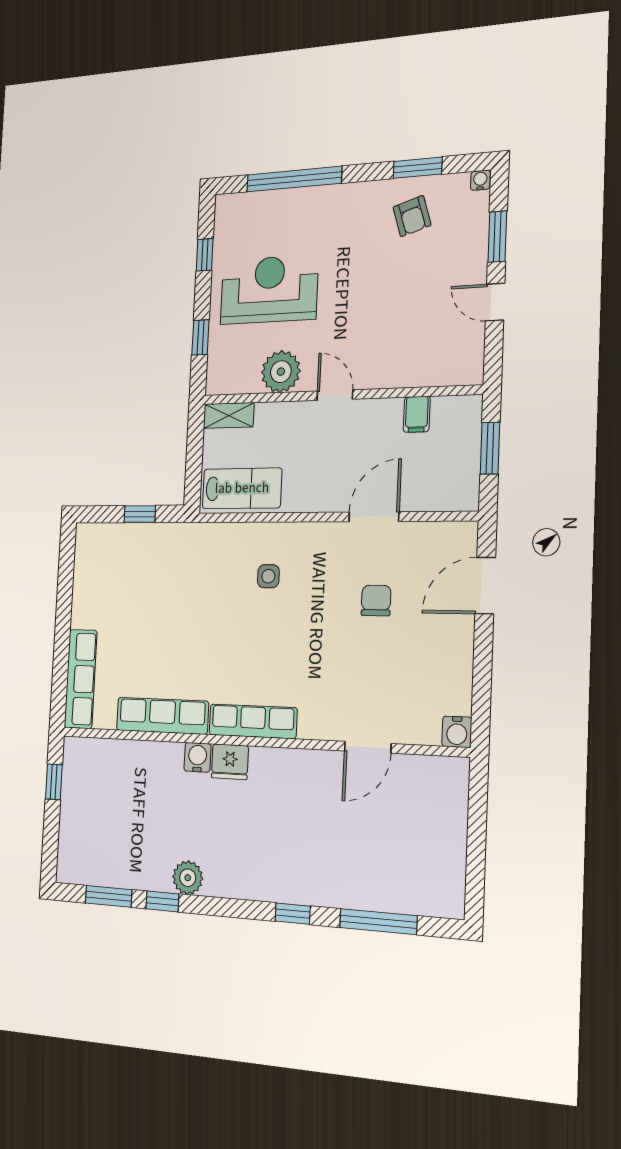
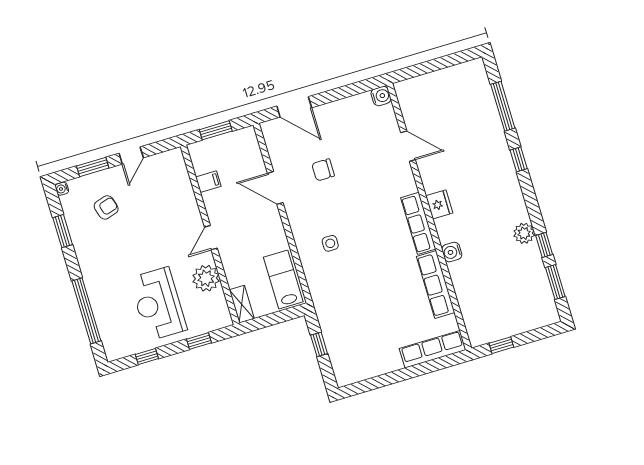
armchair: (412, 216) -> (106, 207), moved
fridge: (230, 762) -> (439, 204), moved

